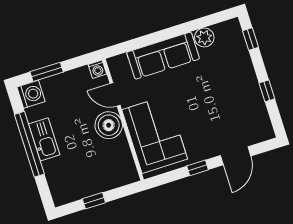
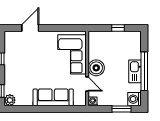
plant: (204, 37) -> (10, 100), moved
window: (198, 168) -> (54, 28), removed

